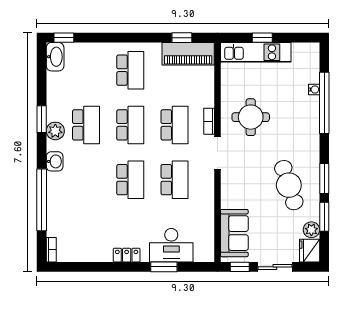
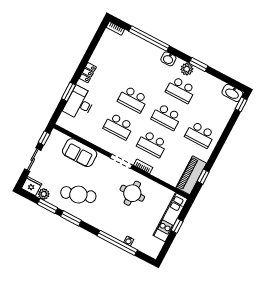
sofa: (234, 233) -> (80, 153), moved

